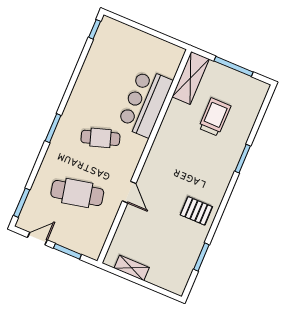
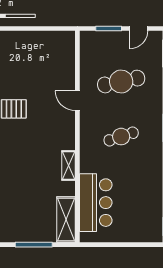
bar counter: (145, 103) -> (96, 203), moved
trolley: (215, 117) -> (32, 195), removed
shelving: (132, 268) -> (69, 165), moved, turned 90

